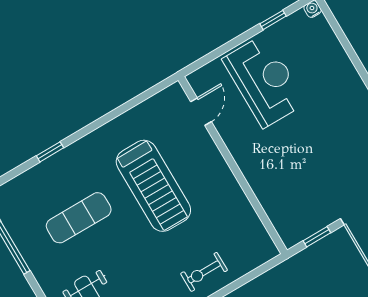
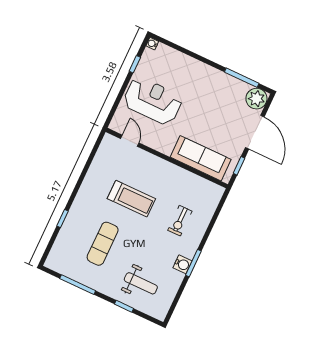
treadmill: (153, 186) -> (131, 199), width x0.73, depth x0.73
sofa: (275, 194) -> (201, 158), added
exercise bike: (204, 272) -> (180, 221), moved

